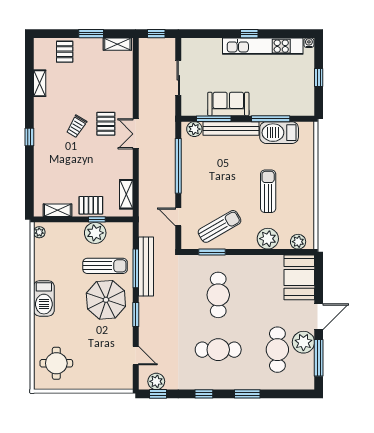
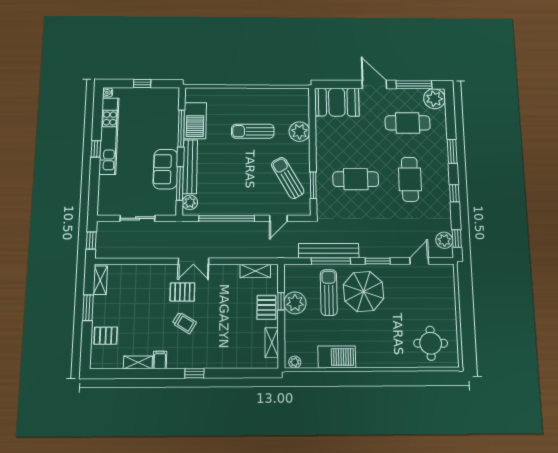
filing cabinet: (42, 104) -> (160, 360), added
plant: (298, 242) -> (302, 103), removed
barbecue: (44, 298) -> (337, 357), moved
plant: (303, 342) -> (434, 99), moved

